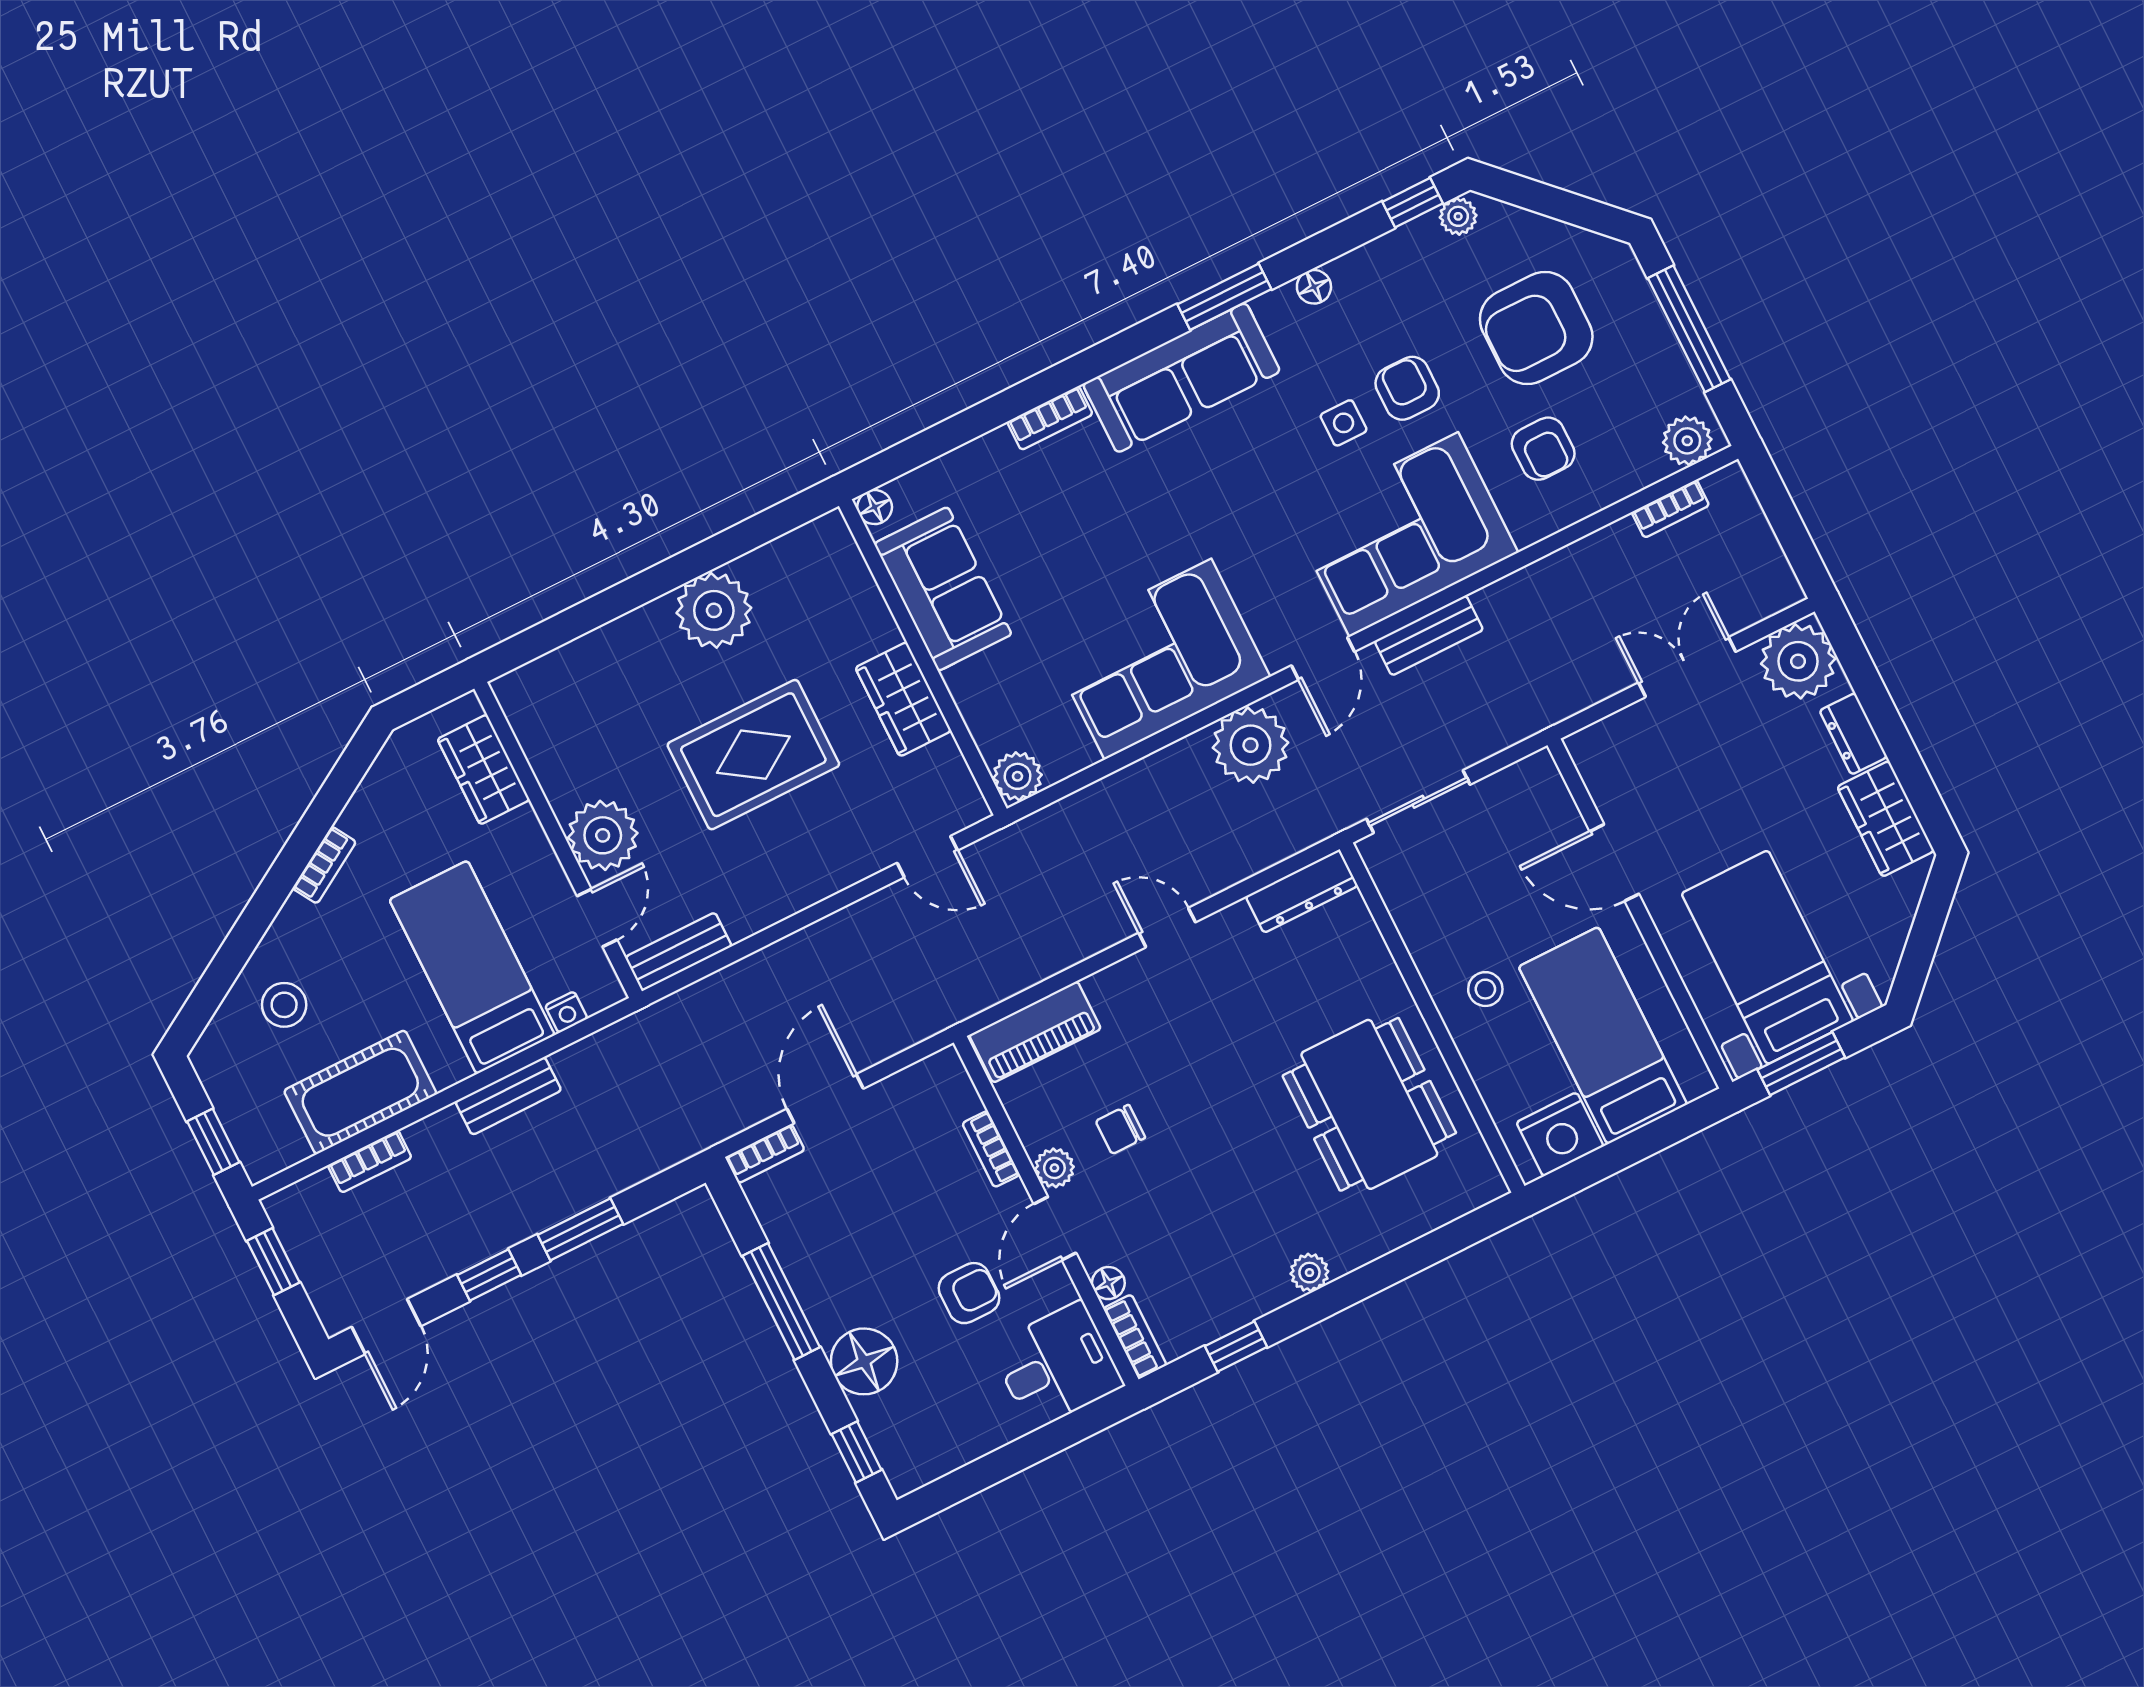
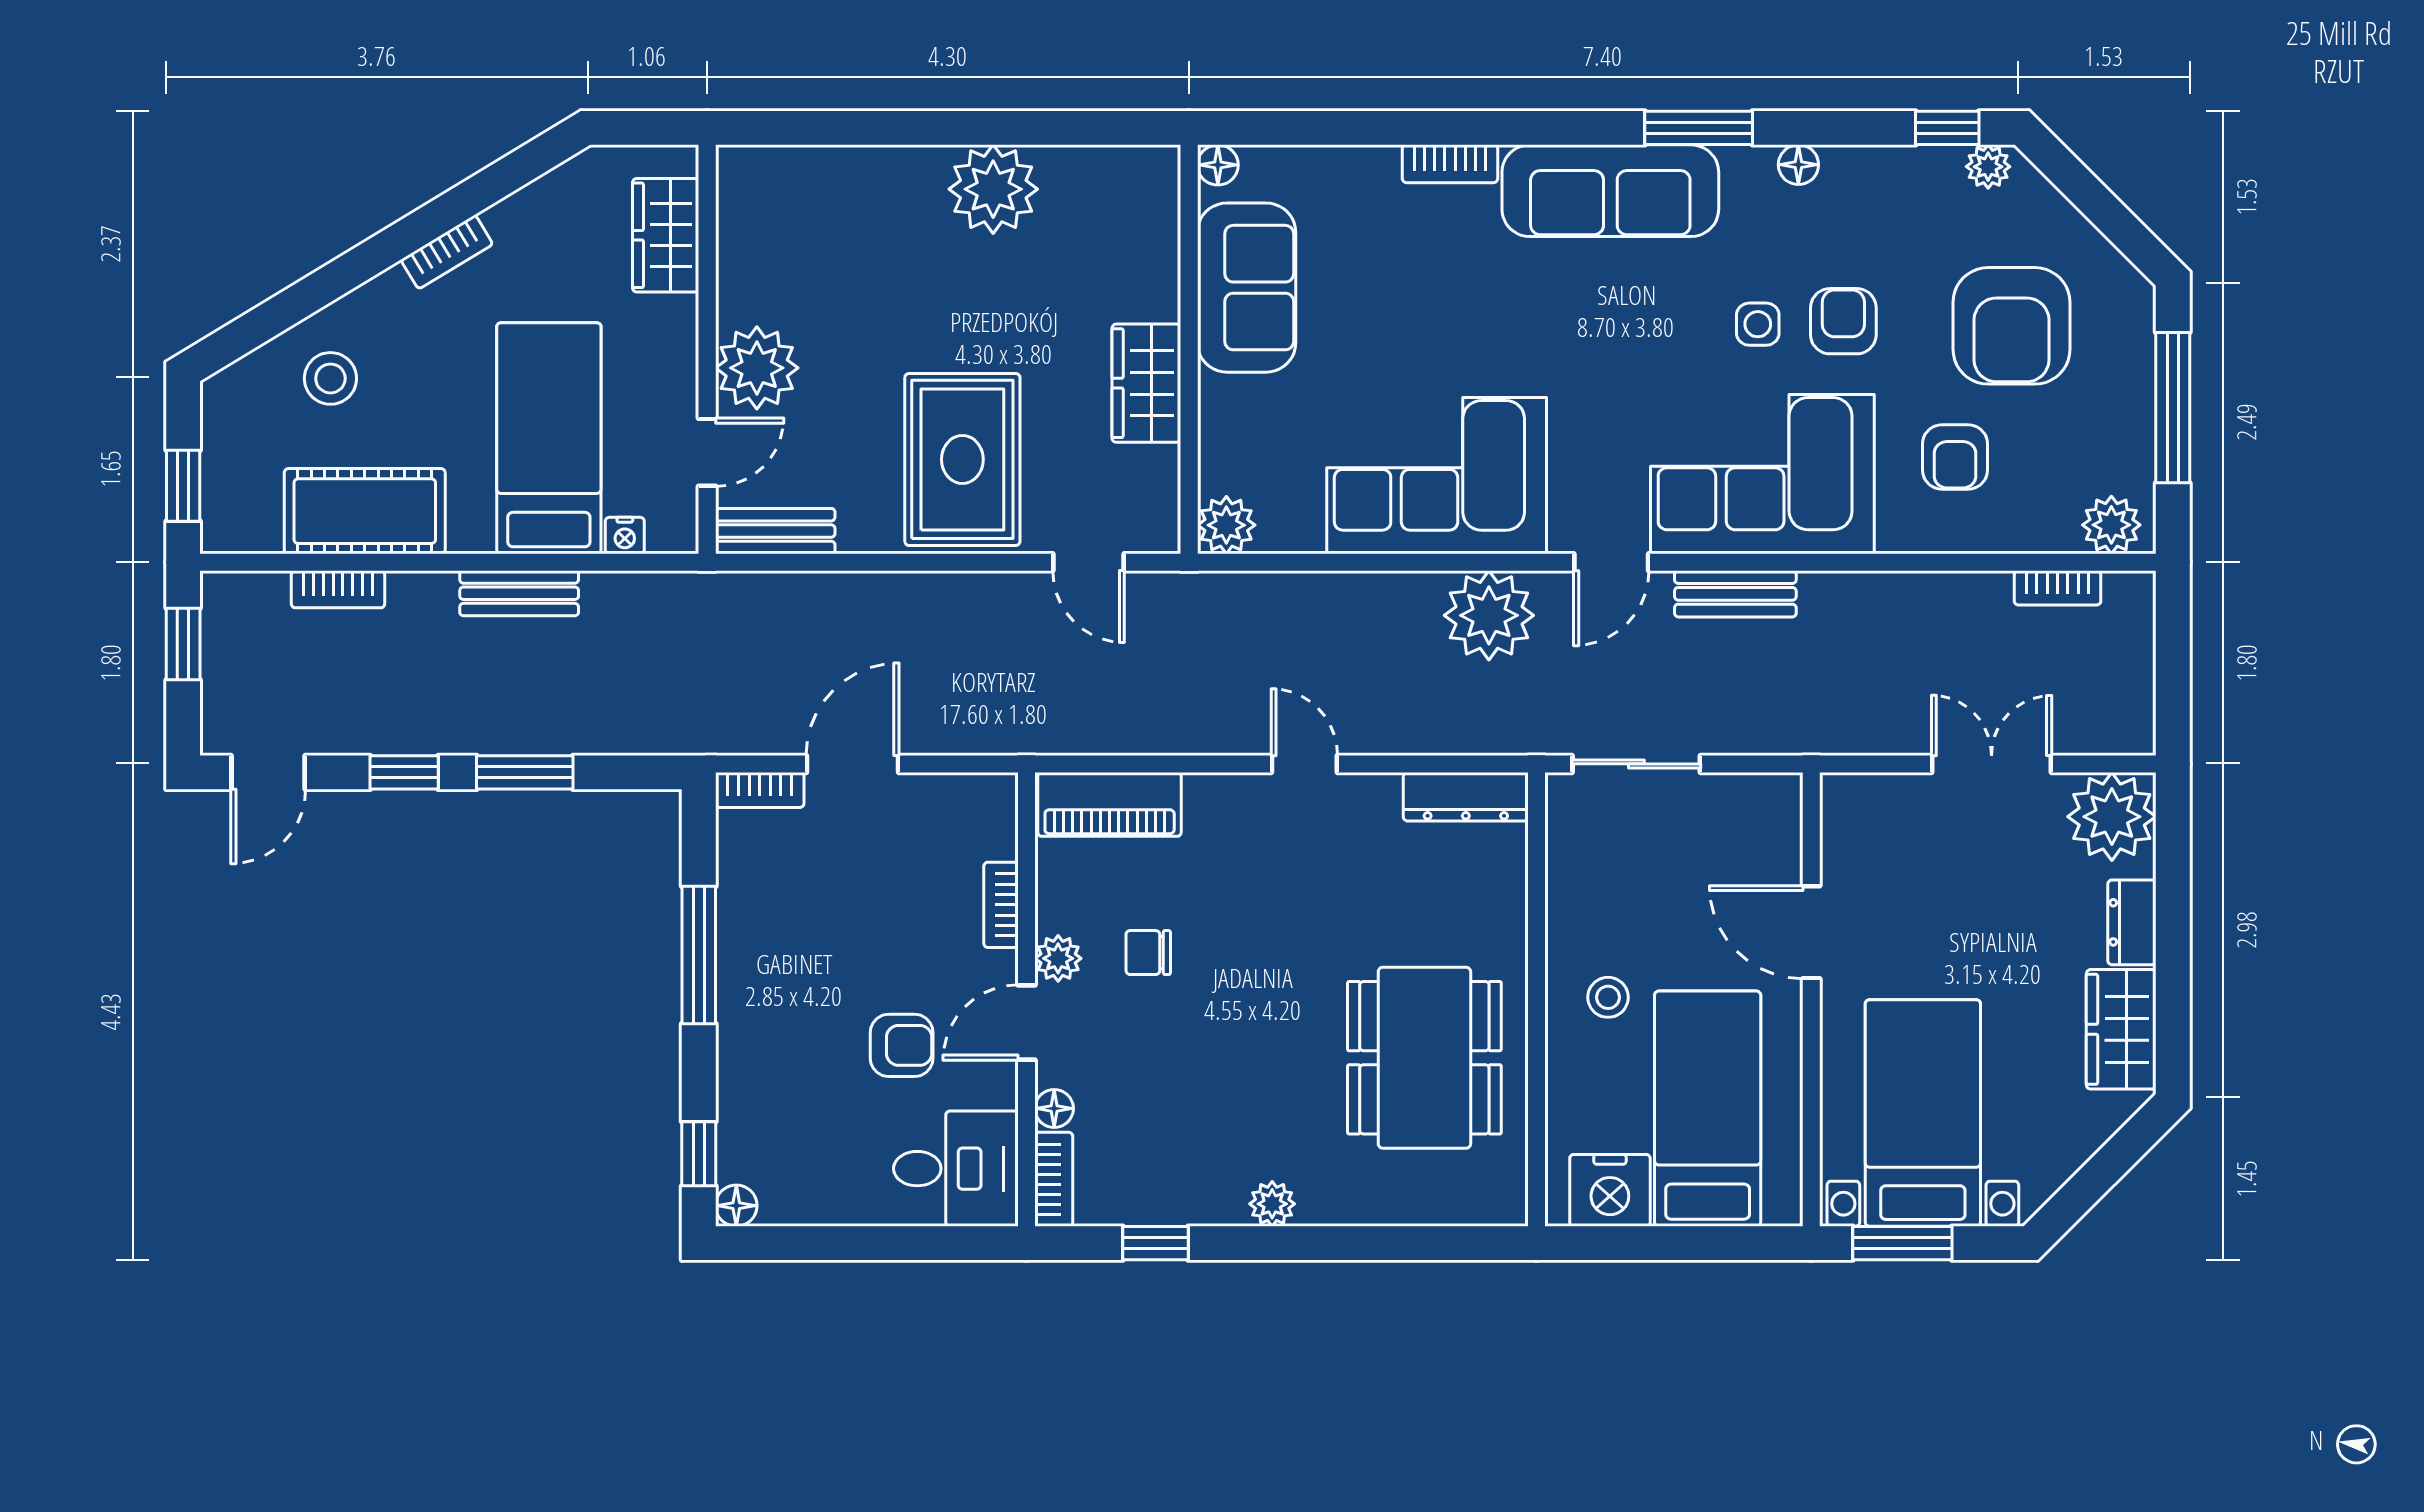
armchair: (1536, 328) -> (2011, 326), turned -90
rug: (753, 755) -> (962, 459), moved, turned 90
floor lamp: (864, 1361) -> (736, 1206), moved, width x0.53, depth x0.53

